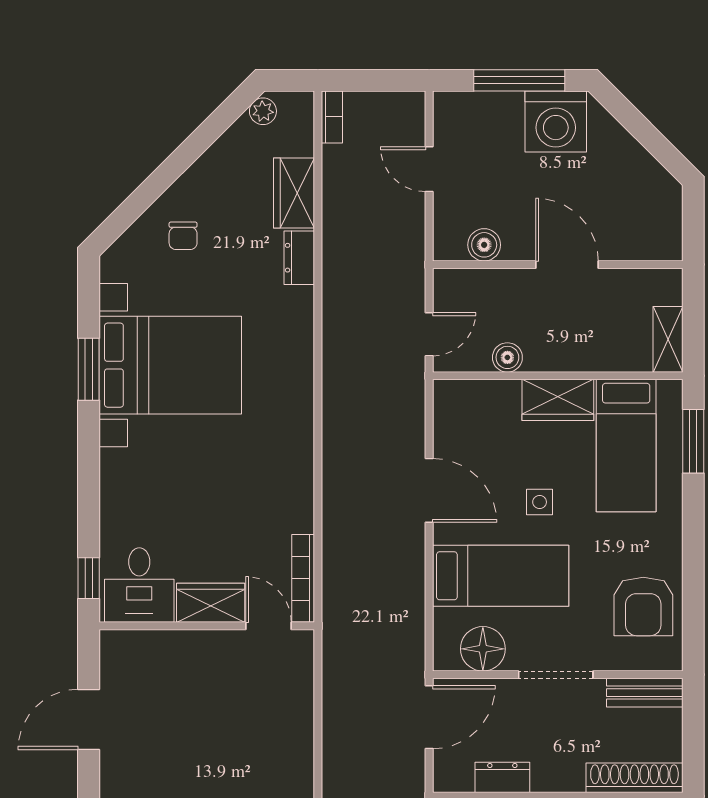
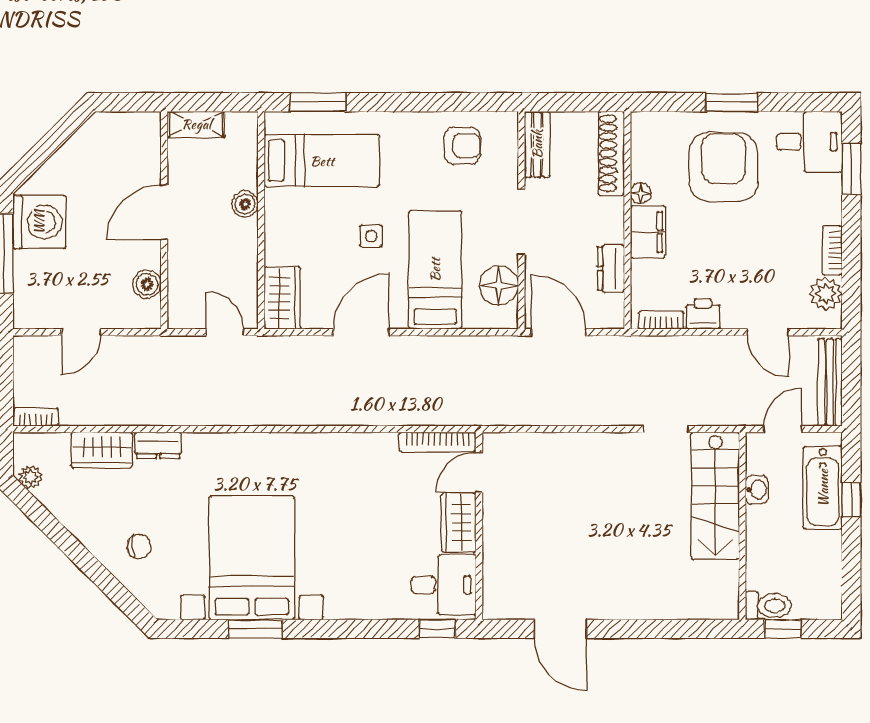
shelving: (668, 339) -> (196, 124), moved
boiler: (507, 357) -> (245, 204), moved
wardrobe: (558, 400) -> (282, 298), moved
armchair: (643, 606) -> (462, 146), width x0.72, depth x0.72

